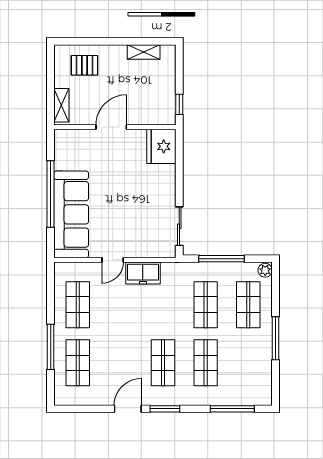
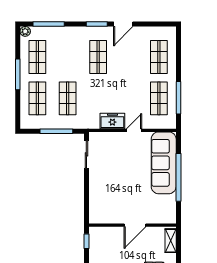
fridge: (161, 146) -> (99, 211), removed
plant: (265, 270) -> (25, 31), moved
window: (51, 347) -> (178, 98), moved
shop shelf: (206, 363) -> (37, 57), moved

